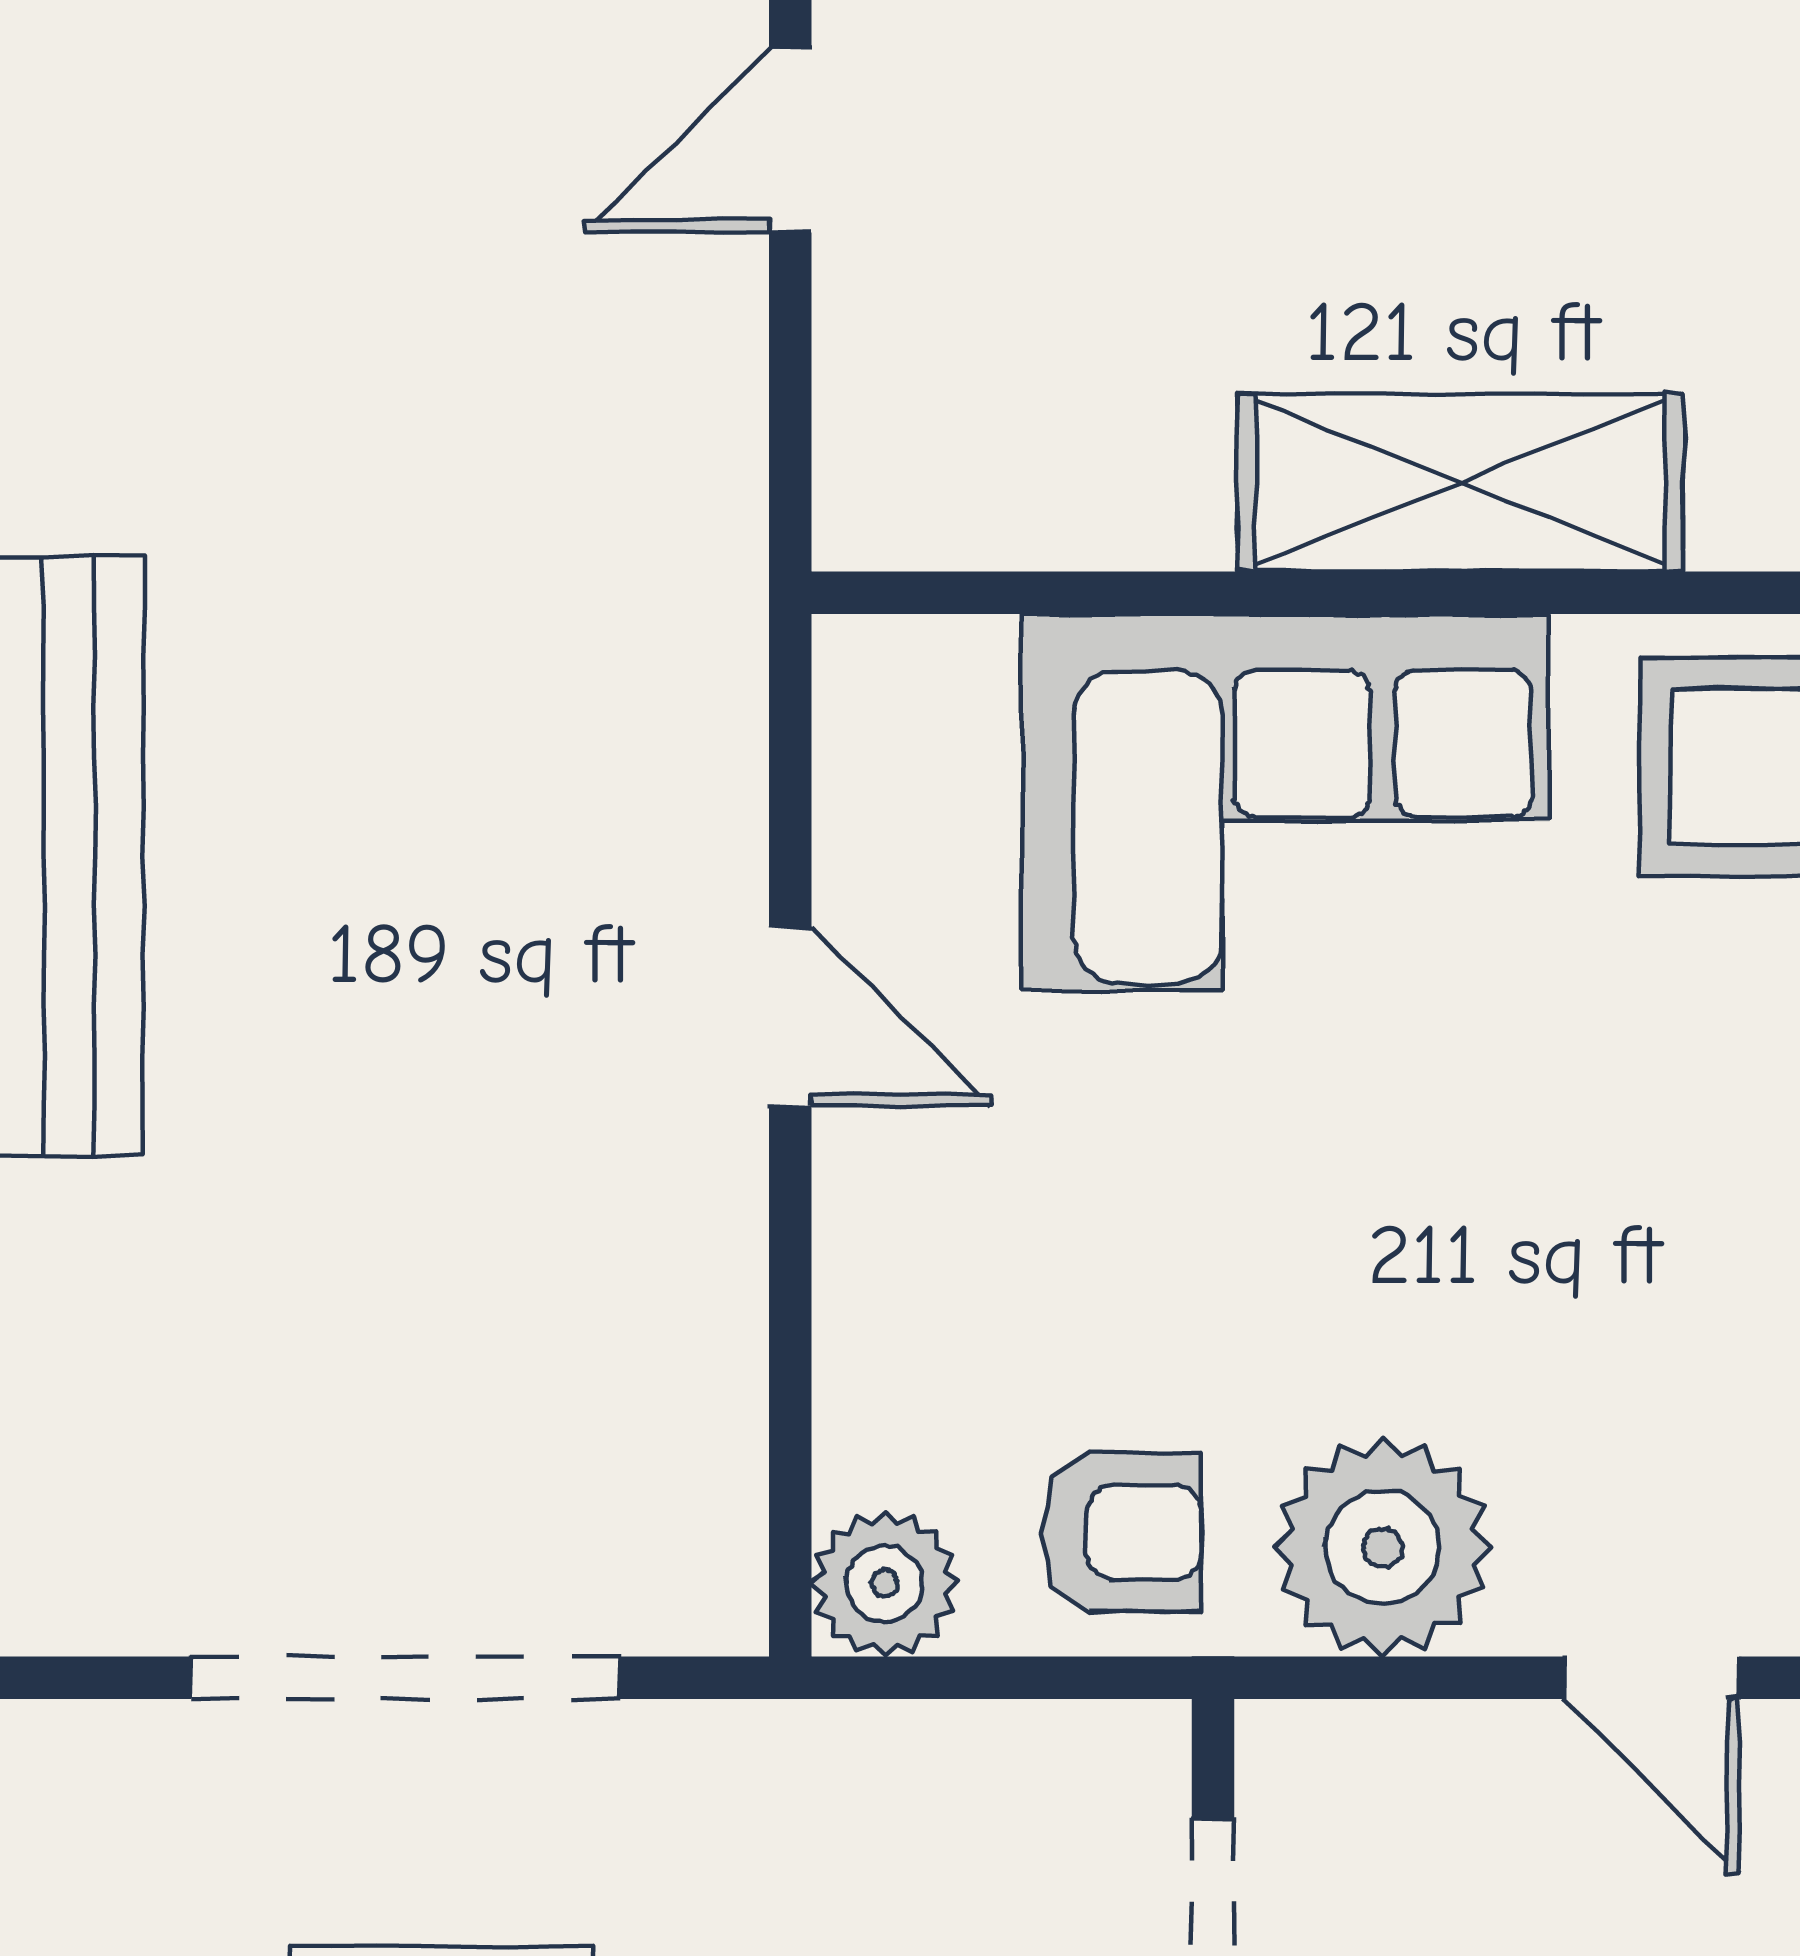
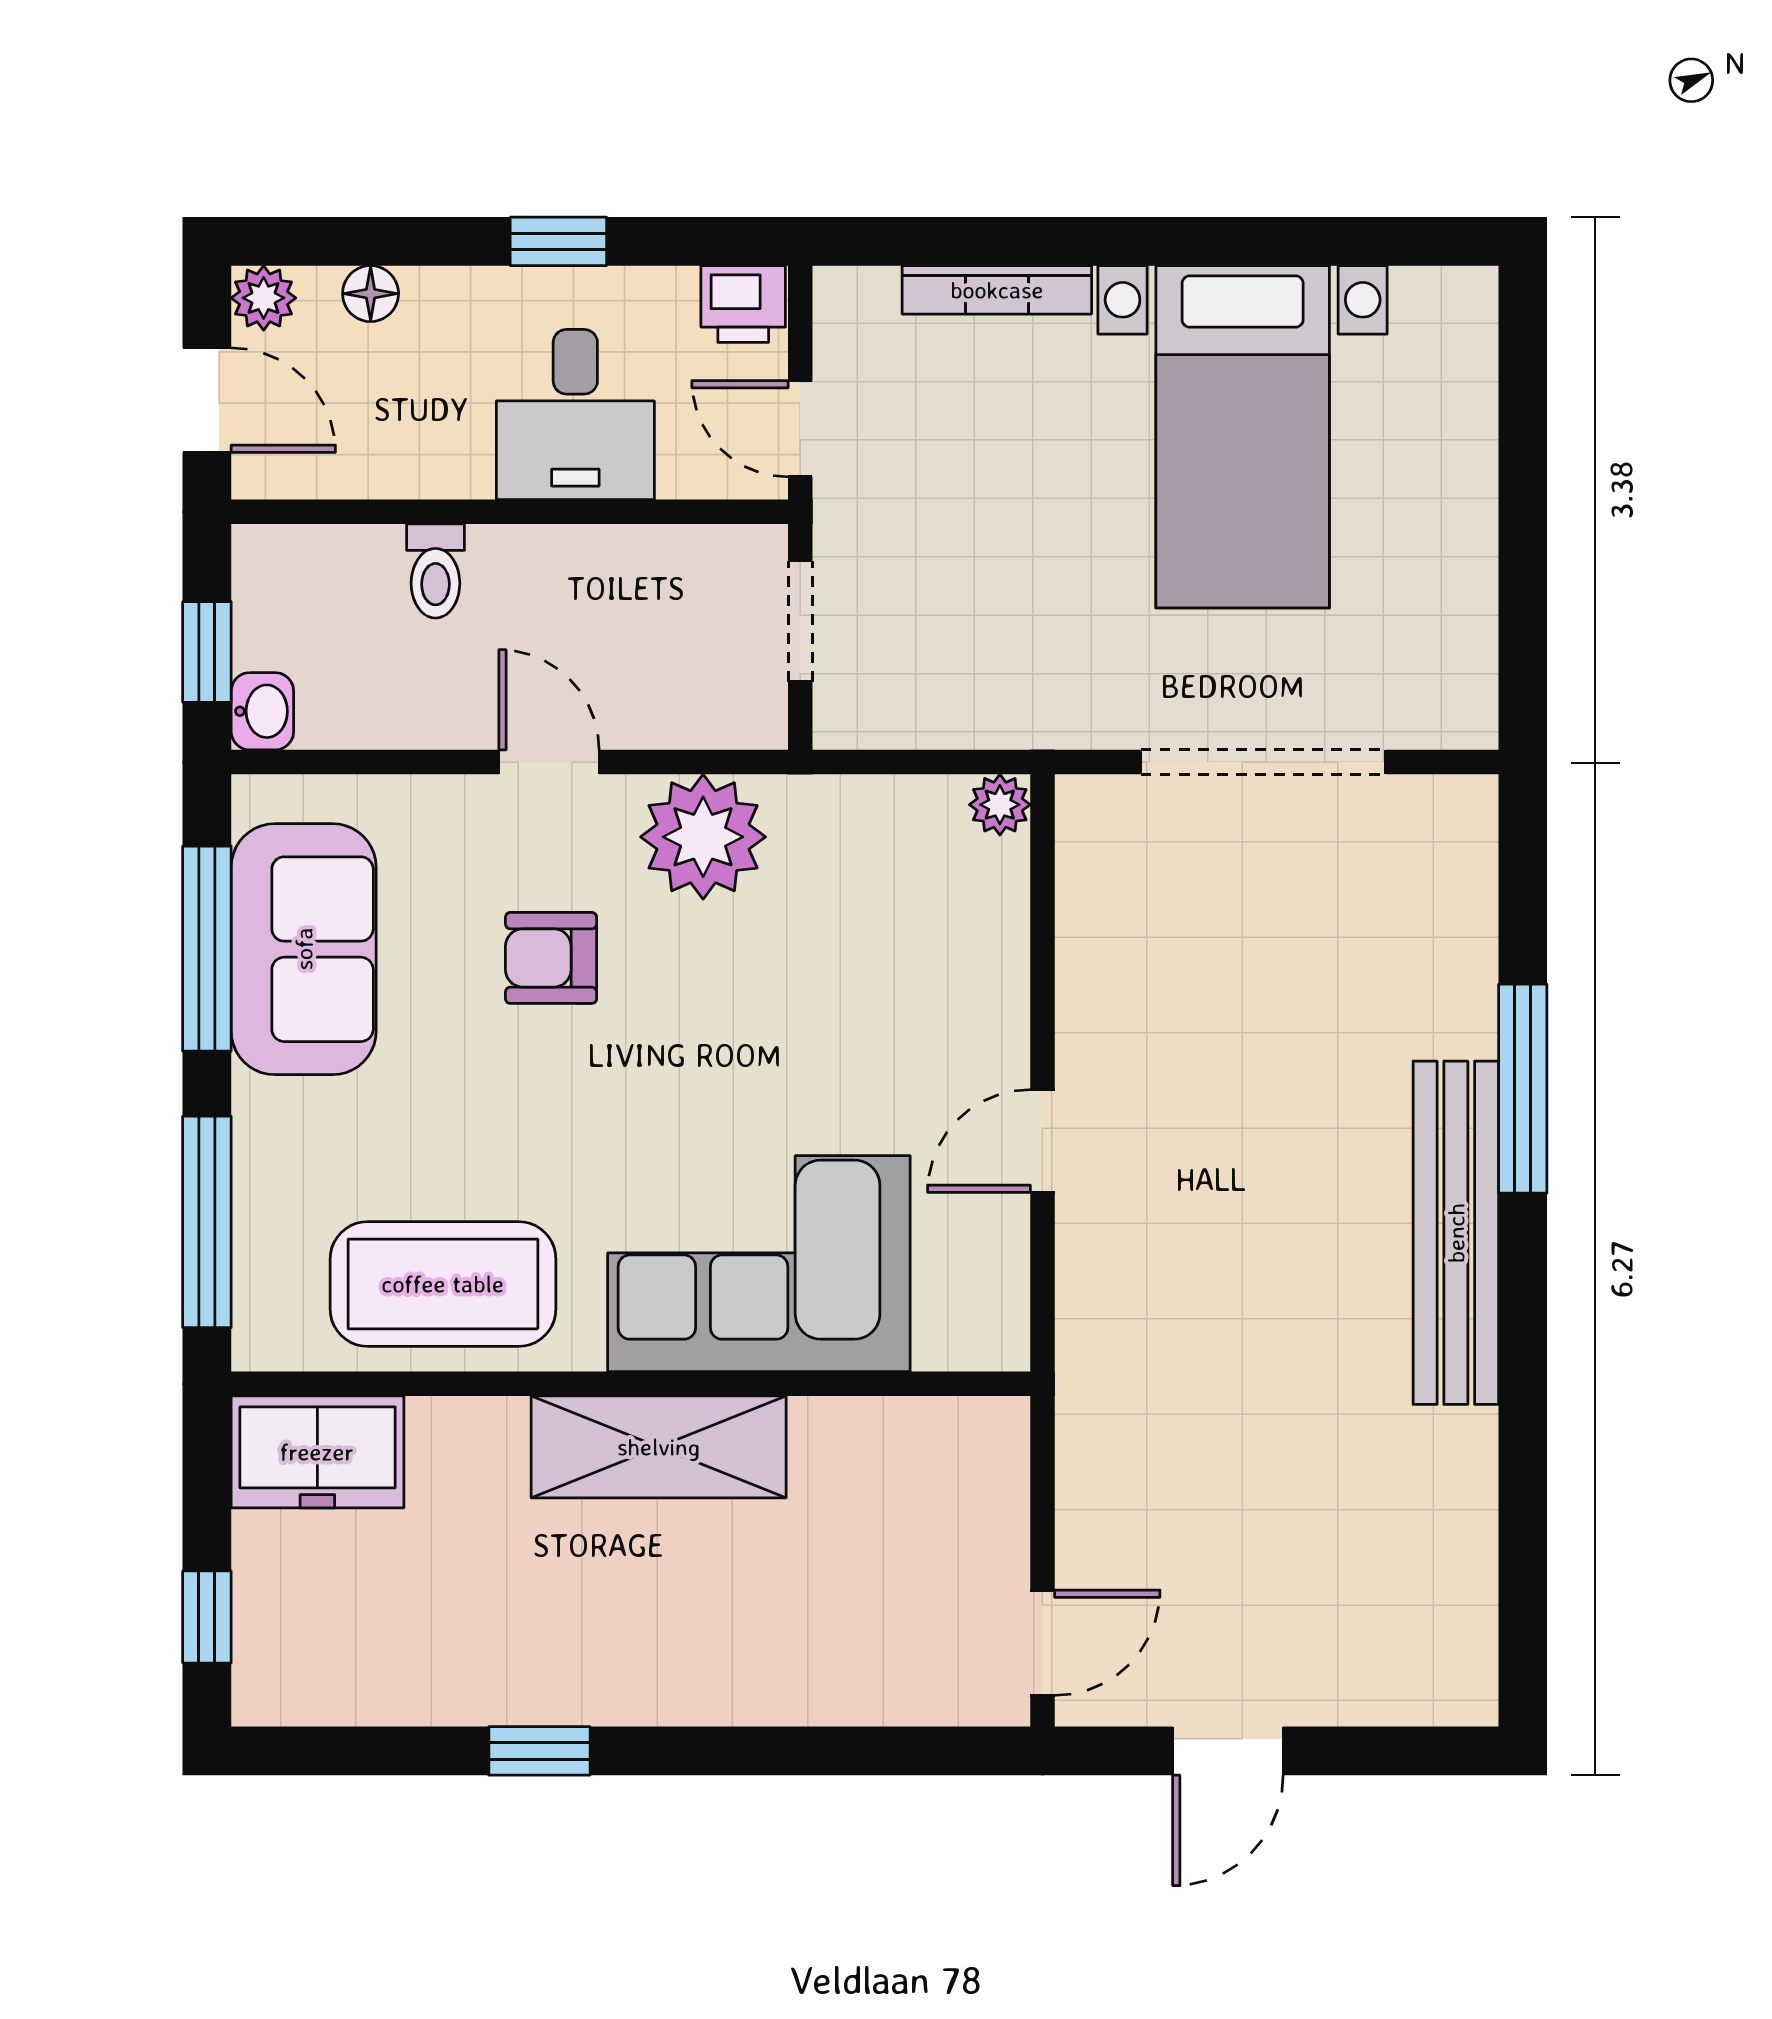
door: (790, 1016) -> (1042, 1141), hinge flipped
armchair: (1122, 1532) -> (551, 958), moved
plant: (885, 1583) -> (1000, 805), width x0.73, depth x0.73

